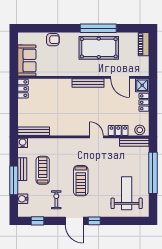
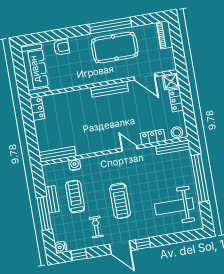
sofa: (27, 61) -> (35, 69), width x1.36
water cooler: (23, 143) -> (75, 165), moved
weight bench: (127, 193) -> (174, 206), turned -90
water cooler: (23, 199) -> (61, 247), moved

